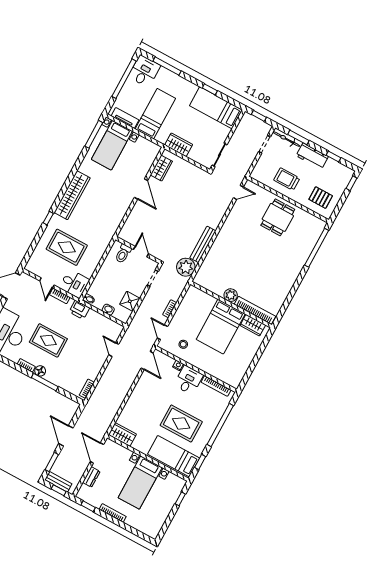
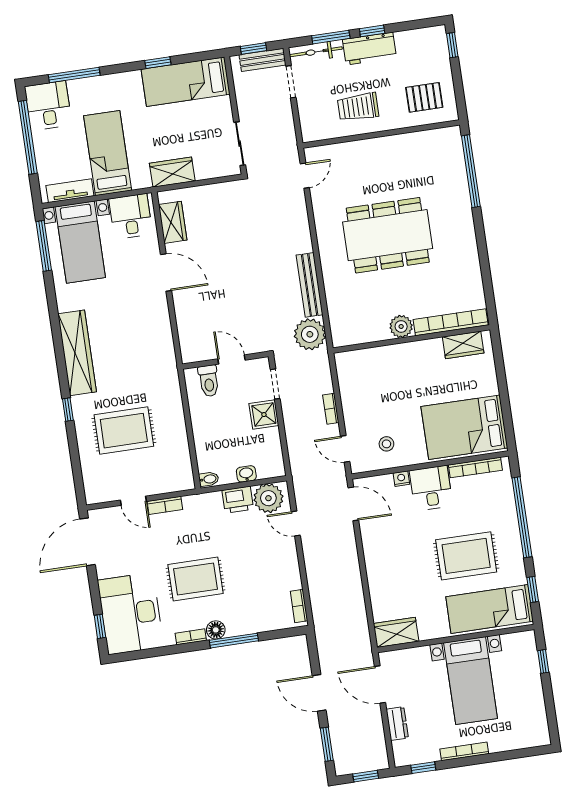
window: (334, 156) -> (372, 31), moved
dining table: (278, 217) -> (388, 235), moved, width x1.88, depth x1.24
desk: (74, 284) -> (131, 216), moved, turned -90
shower: (130, 301) -> (264, 415), moved
printer: (79, 310) -> (238, 500), moved
bed: (221, 327) -> (464, 427), moved, turned 90
plant: (110, 328) -> (268, 498), added
bench: (58, 482) -> (263, 60), moved

